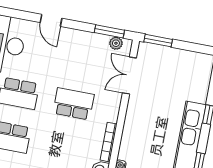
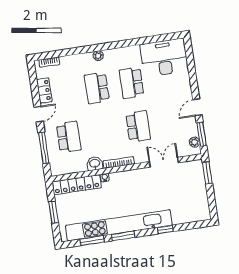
door: (51, 20) -> (197, 107), moved
double door: (129, 75) -> (164, 162), moved

